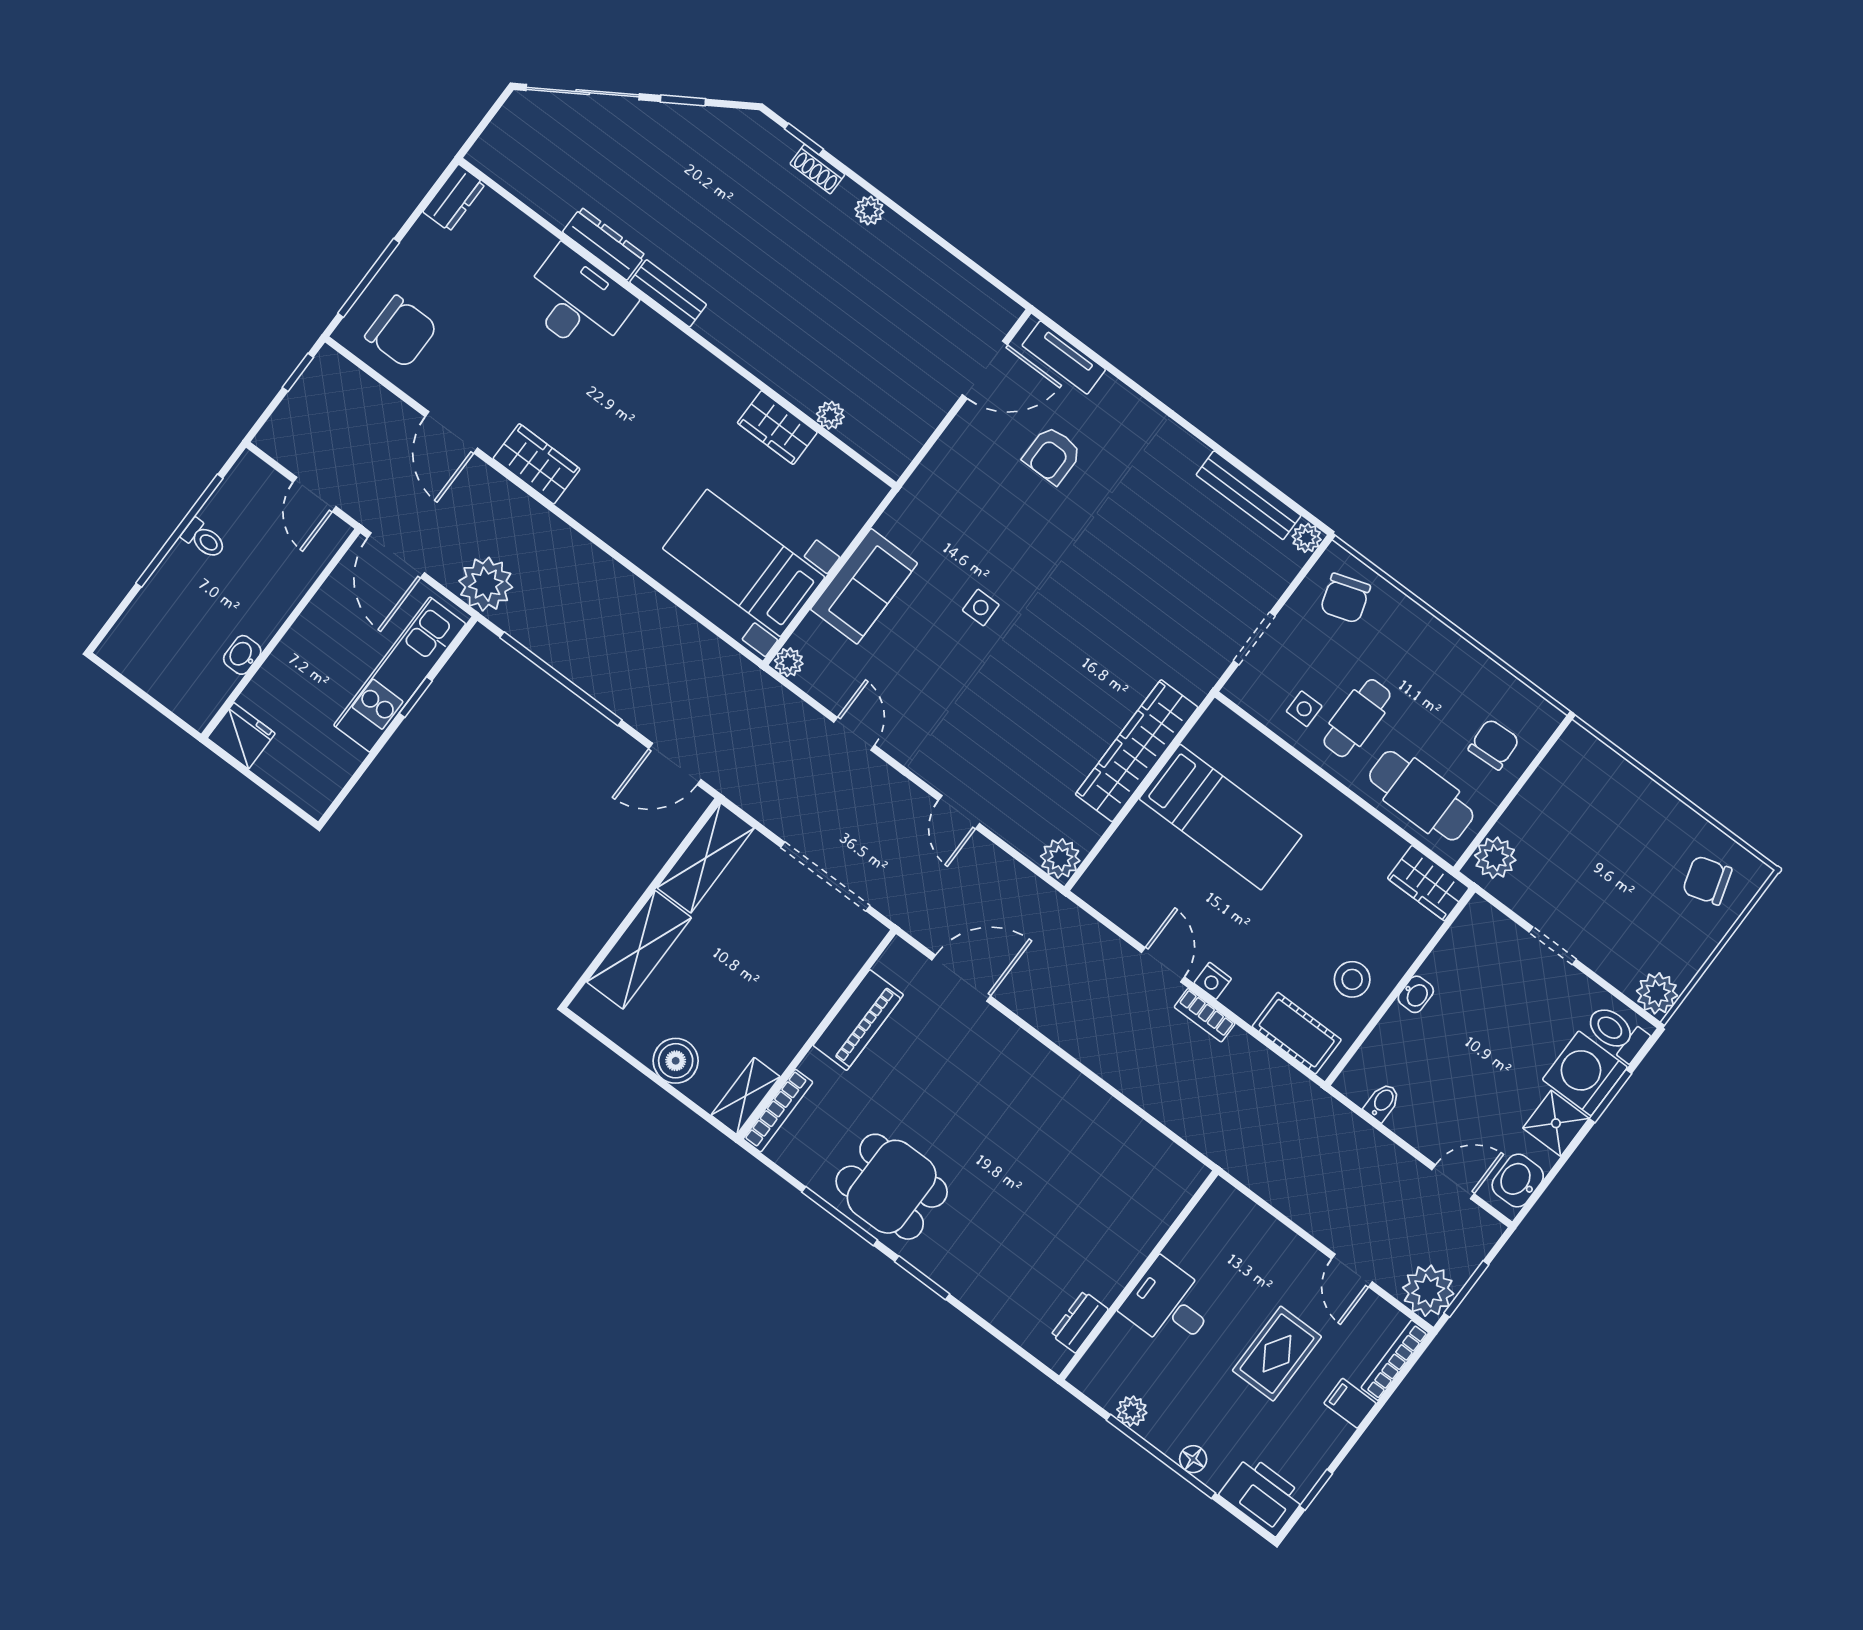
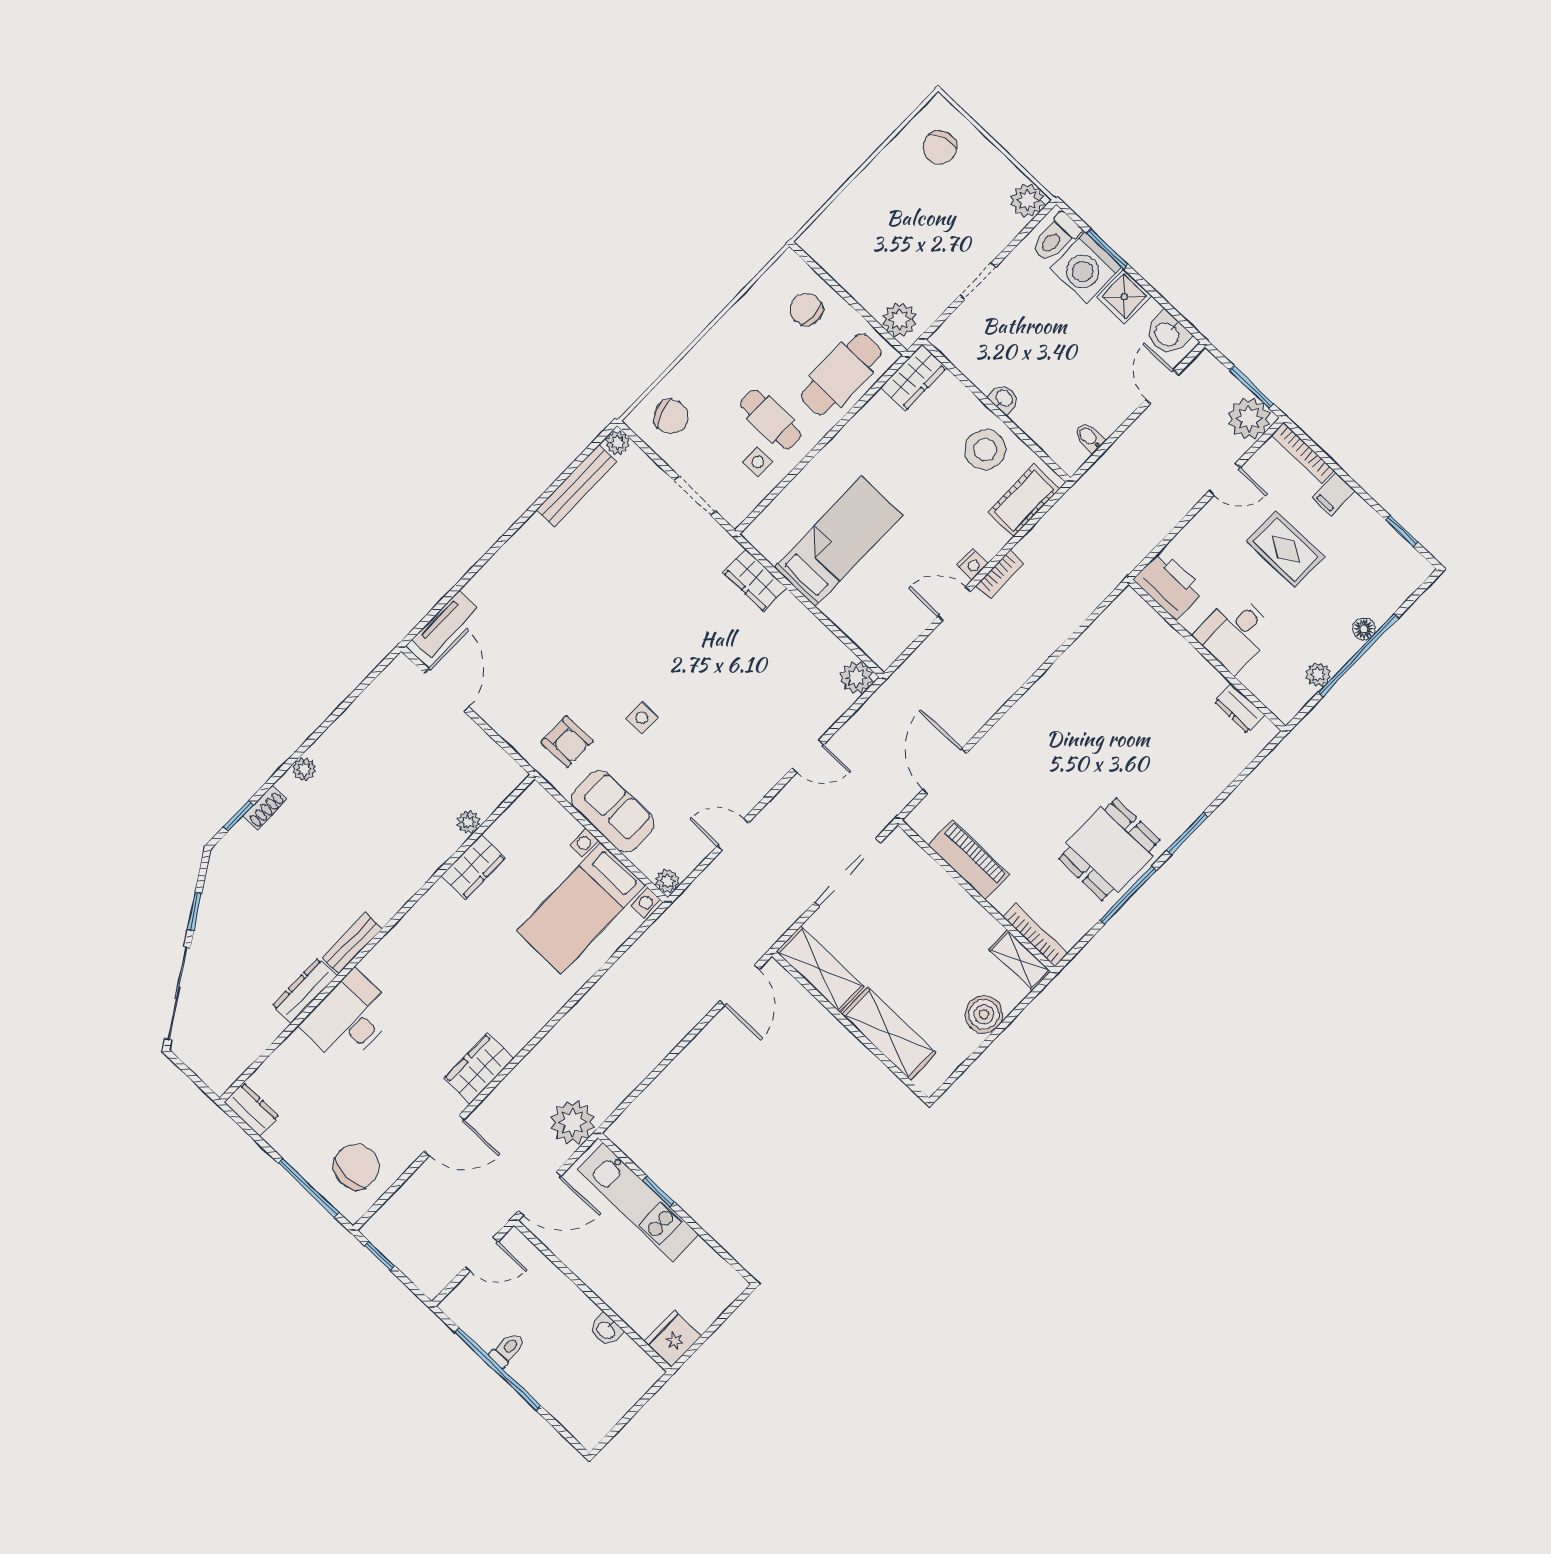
armchair: (1052, 455) -> (567, 742), moved
window: (561, 679) -> (658, 1070), removed
wardrobe: (1137, 751) -> (755, 580), width x0.48, depth x0.85
stool: (1352, 979) -> (985, 450), width x1.38, depth x1.38
printer: (1262, 1495) -> (1169, 585), moved, turned 90

